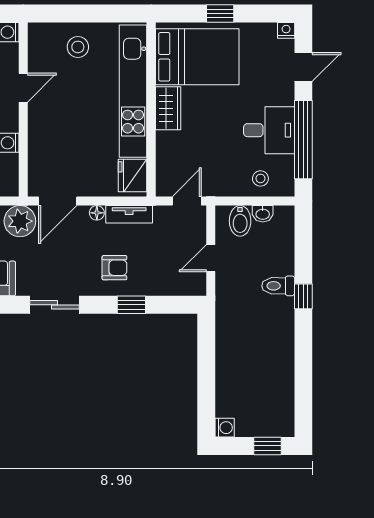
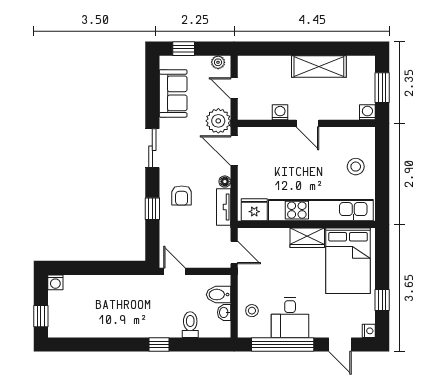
window: (220, 14) -> (382, 300), moved
door: (23, 88) -> (308, 123), moved
door: (211, 258) -> (174, 271), moved
toilet: (278, 286) -> (190, 325), moved

